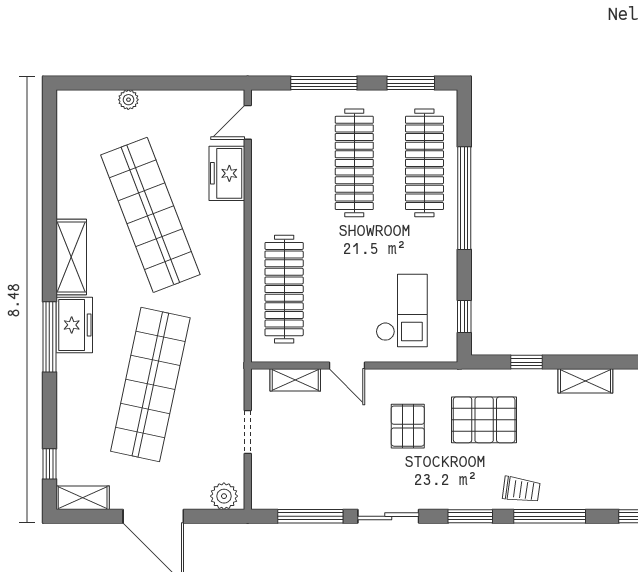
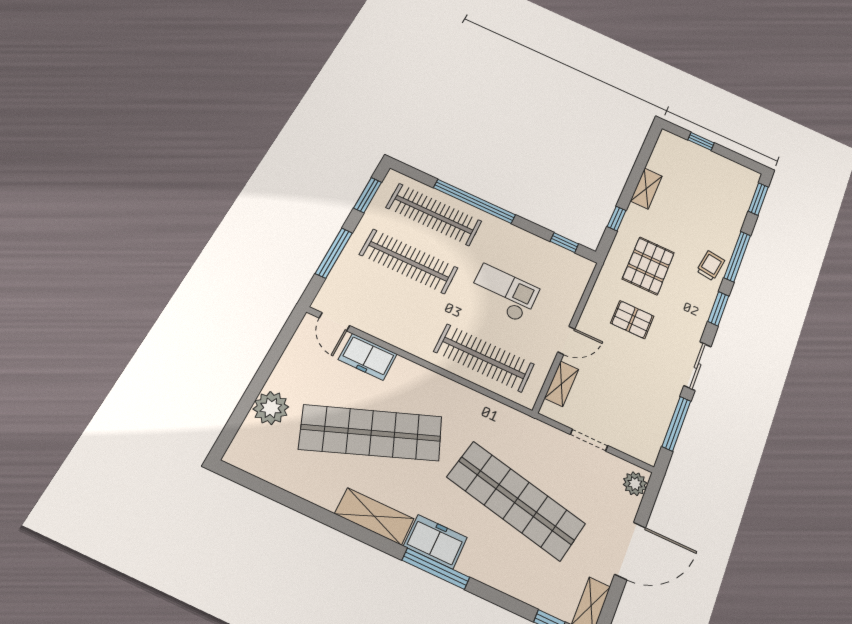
plant: (128, 100) -> (271, 408), width x1.87, depth x1.87
checkout: (402, 311) -> (504, 293), moved

